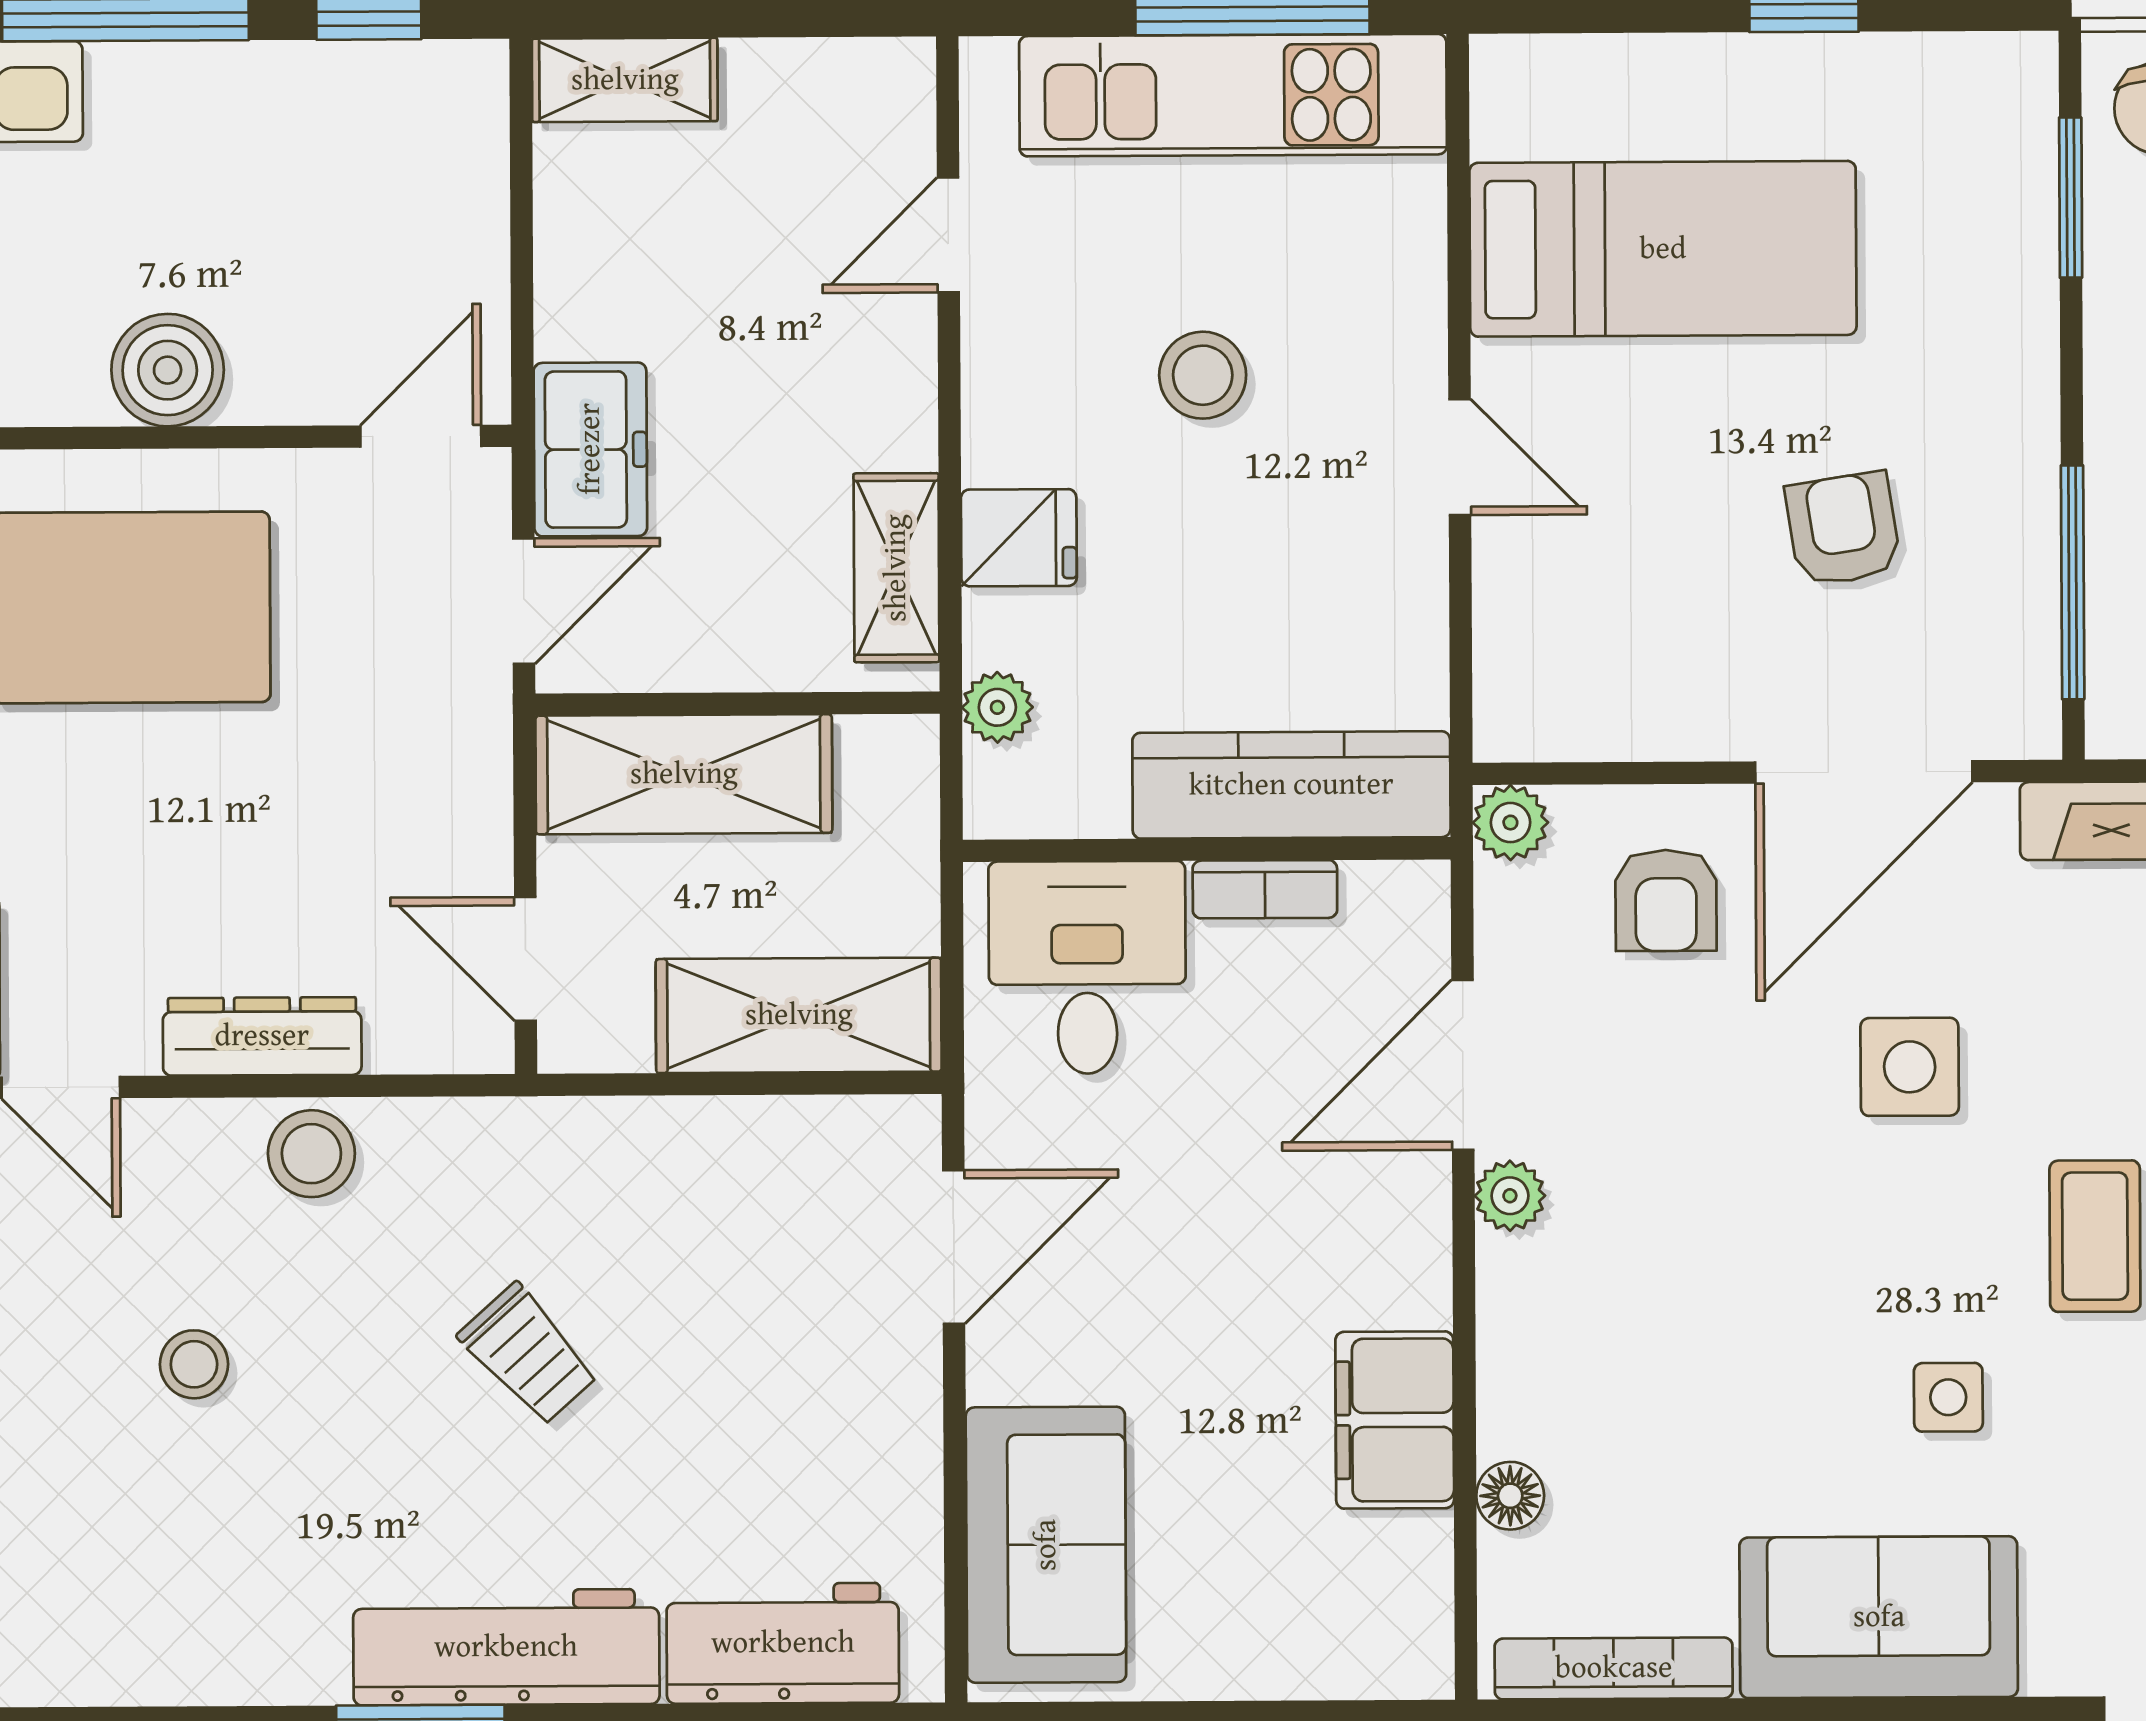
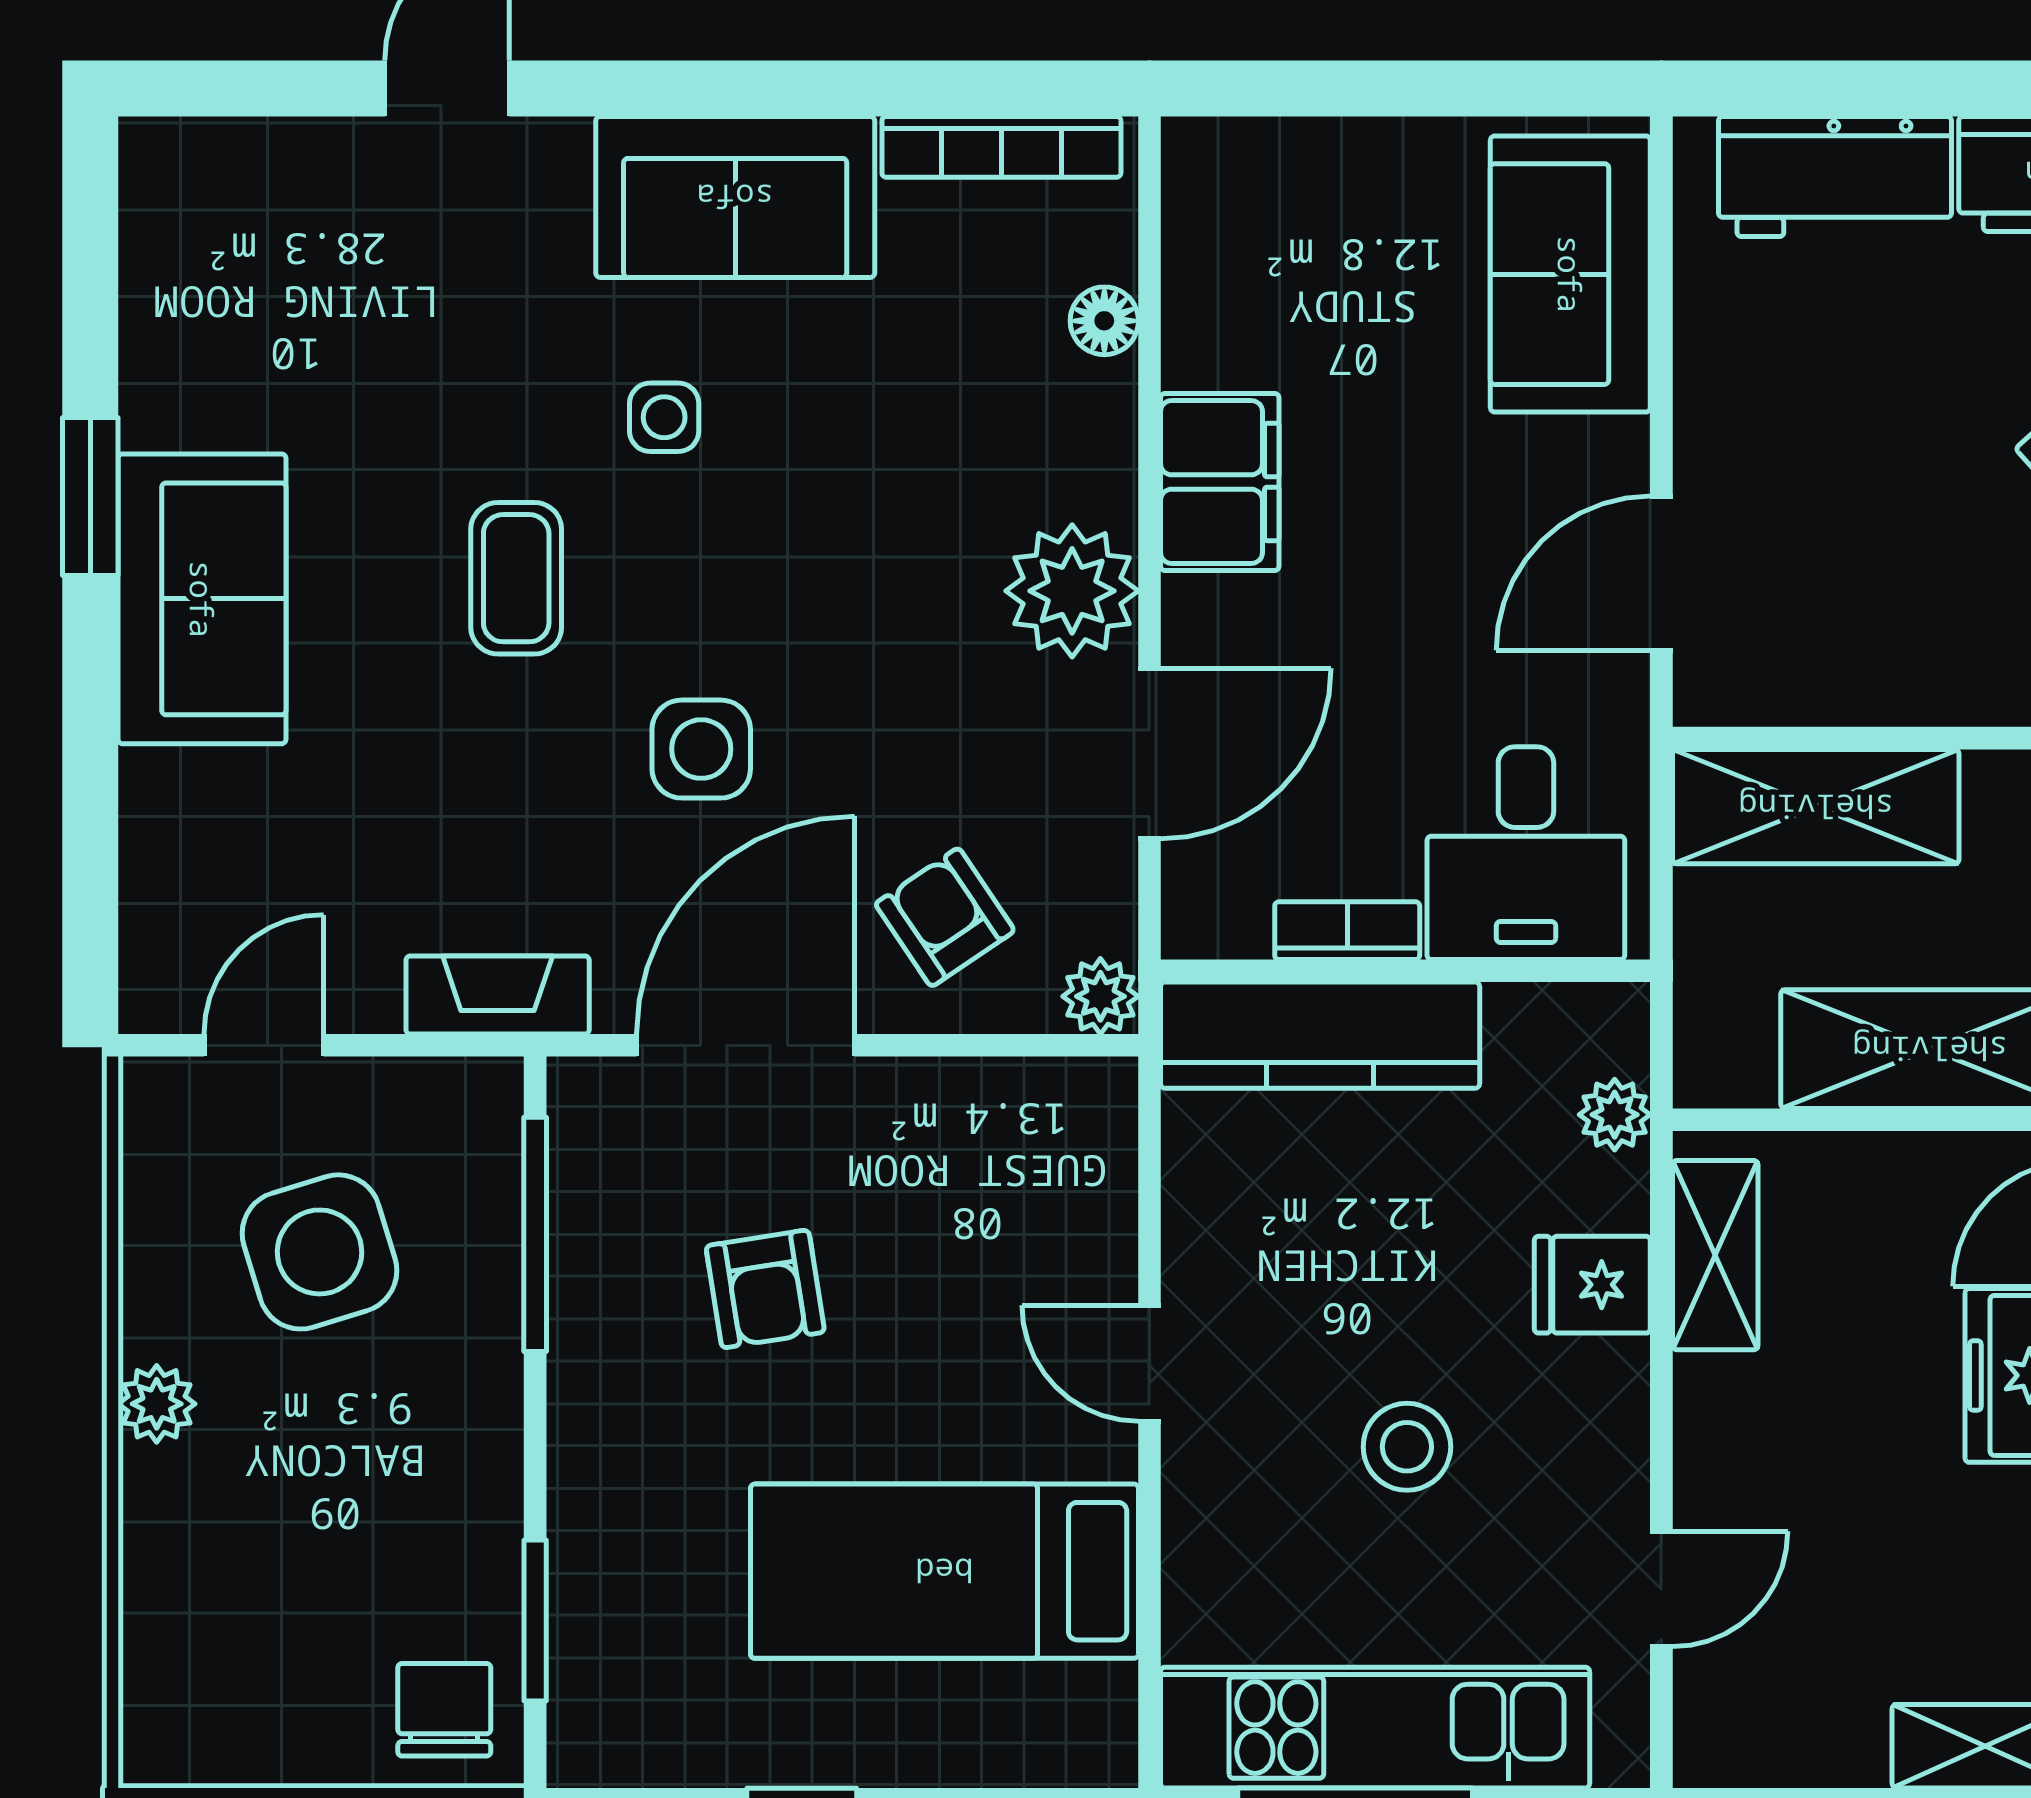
armchair: (1666, 900) -> (945, 917), turned -34
plant: (1510, 1196) -> (1072, 591), width x1.88, depth x1.88
filing cabinet: (1395, 1420) -> (1220, 482), moved

